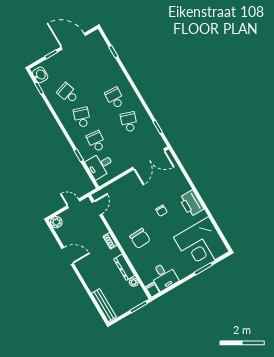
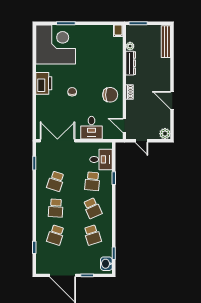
school desk: (101, 74) -> (56, 235), added
school desk: (82, 117) -> (92, 208), turned -42
door: (97, 208) -> (124, 125), hinge flipped
chair: (140, 238) -> (110, 95), moved, turned 93
desk: (164, 276) -> (91, 128), moved, turned 180

